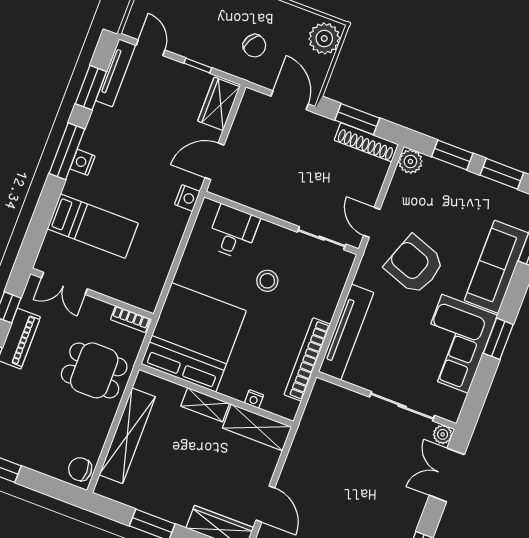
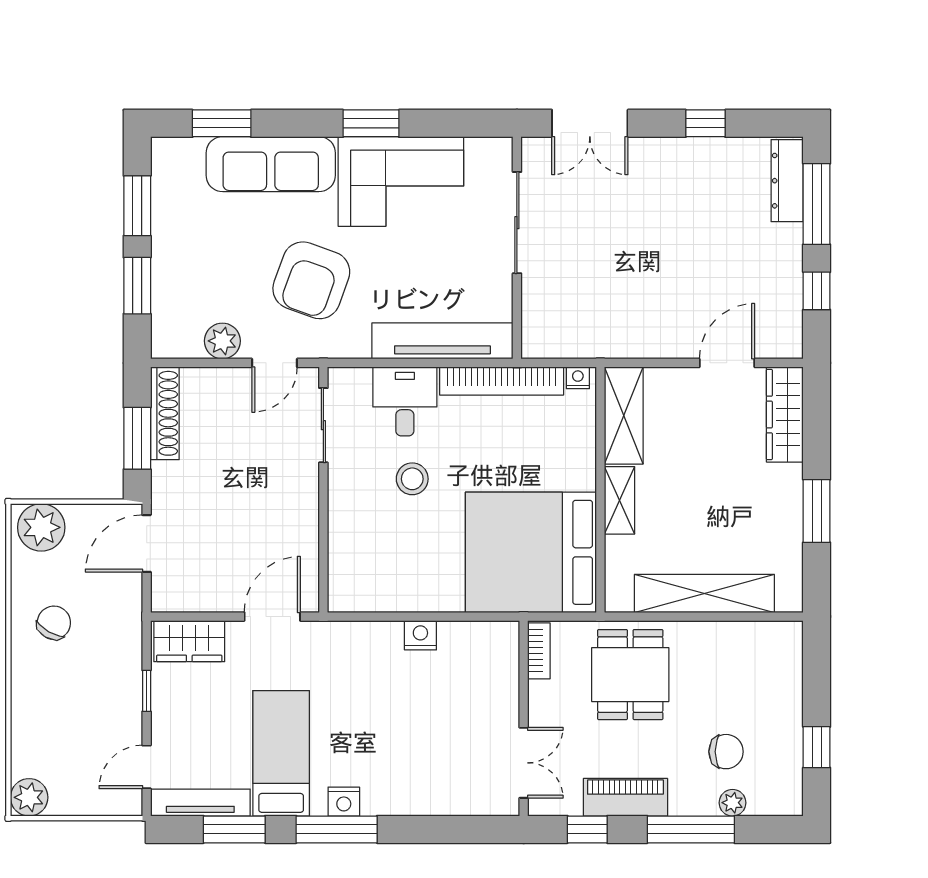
chair: (254, 46) -> (54, 623), moved
door: (215, 161) -> (272, 617), swing flipped
plant: (410, 161) -> (222, 341), moved
nightstand: (187, 198) -> (420, 635), moved
bed: (93, 226) -> (281, 753), moved
desk: (233, 232) -> (405, 401), moved, turned 90
nightstand: (254, 399) -> (578, 378), moved, turned -90
plant: (443, 434) -> (535, 151), removed
chair: (80, 469) -> (726, 752), moved, turned -90

